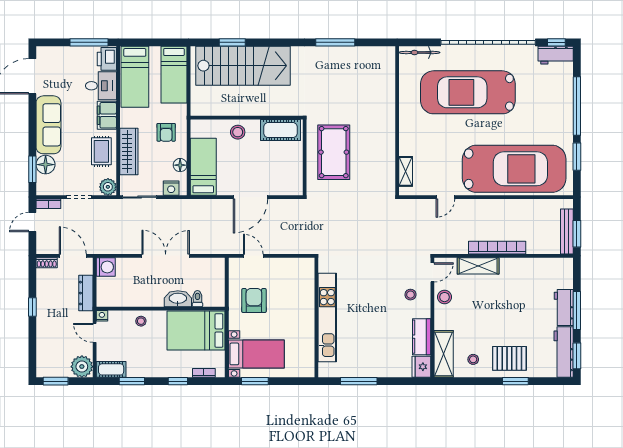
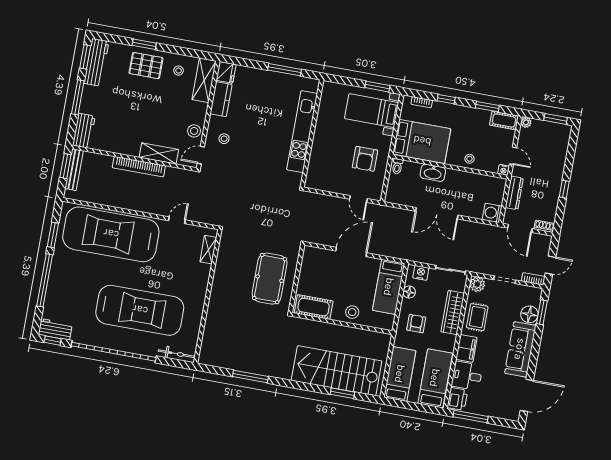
toilet: (197, 299) -> (397, 166), moved
workbench: (564, 307) -> (84, 131), moved
plant: (82, 367) -> (526, 122), width x0.53, depth x0.53

